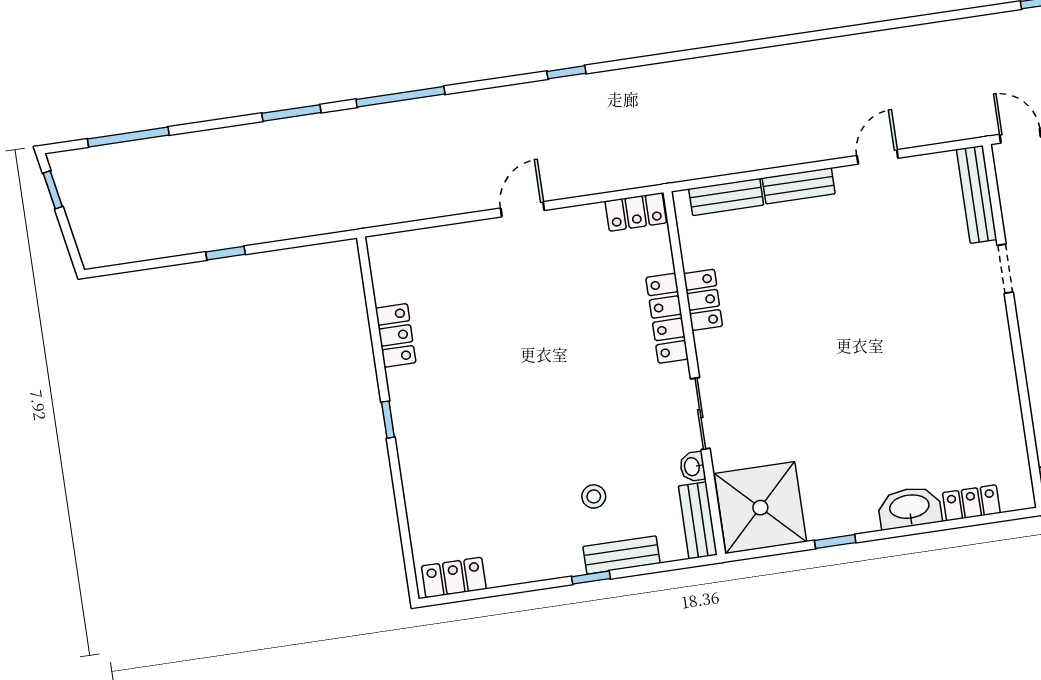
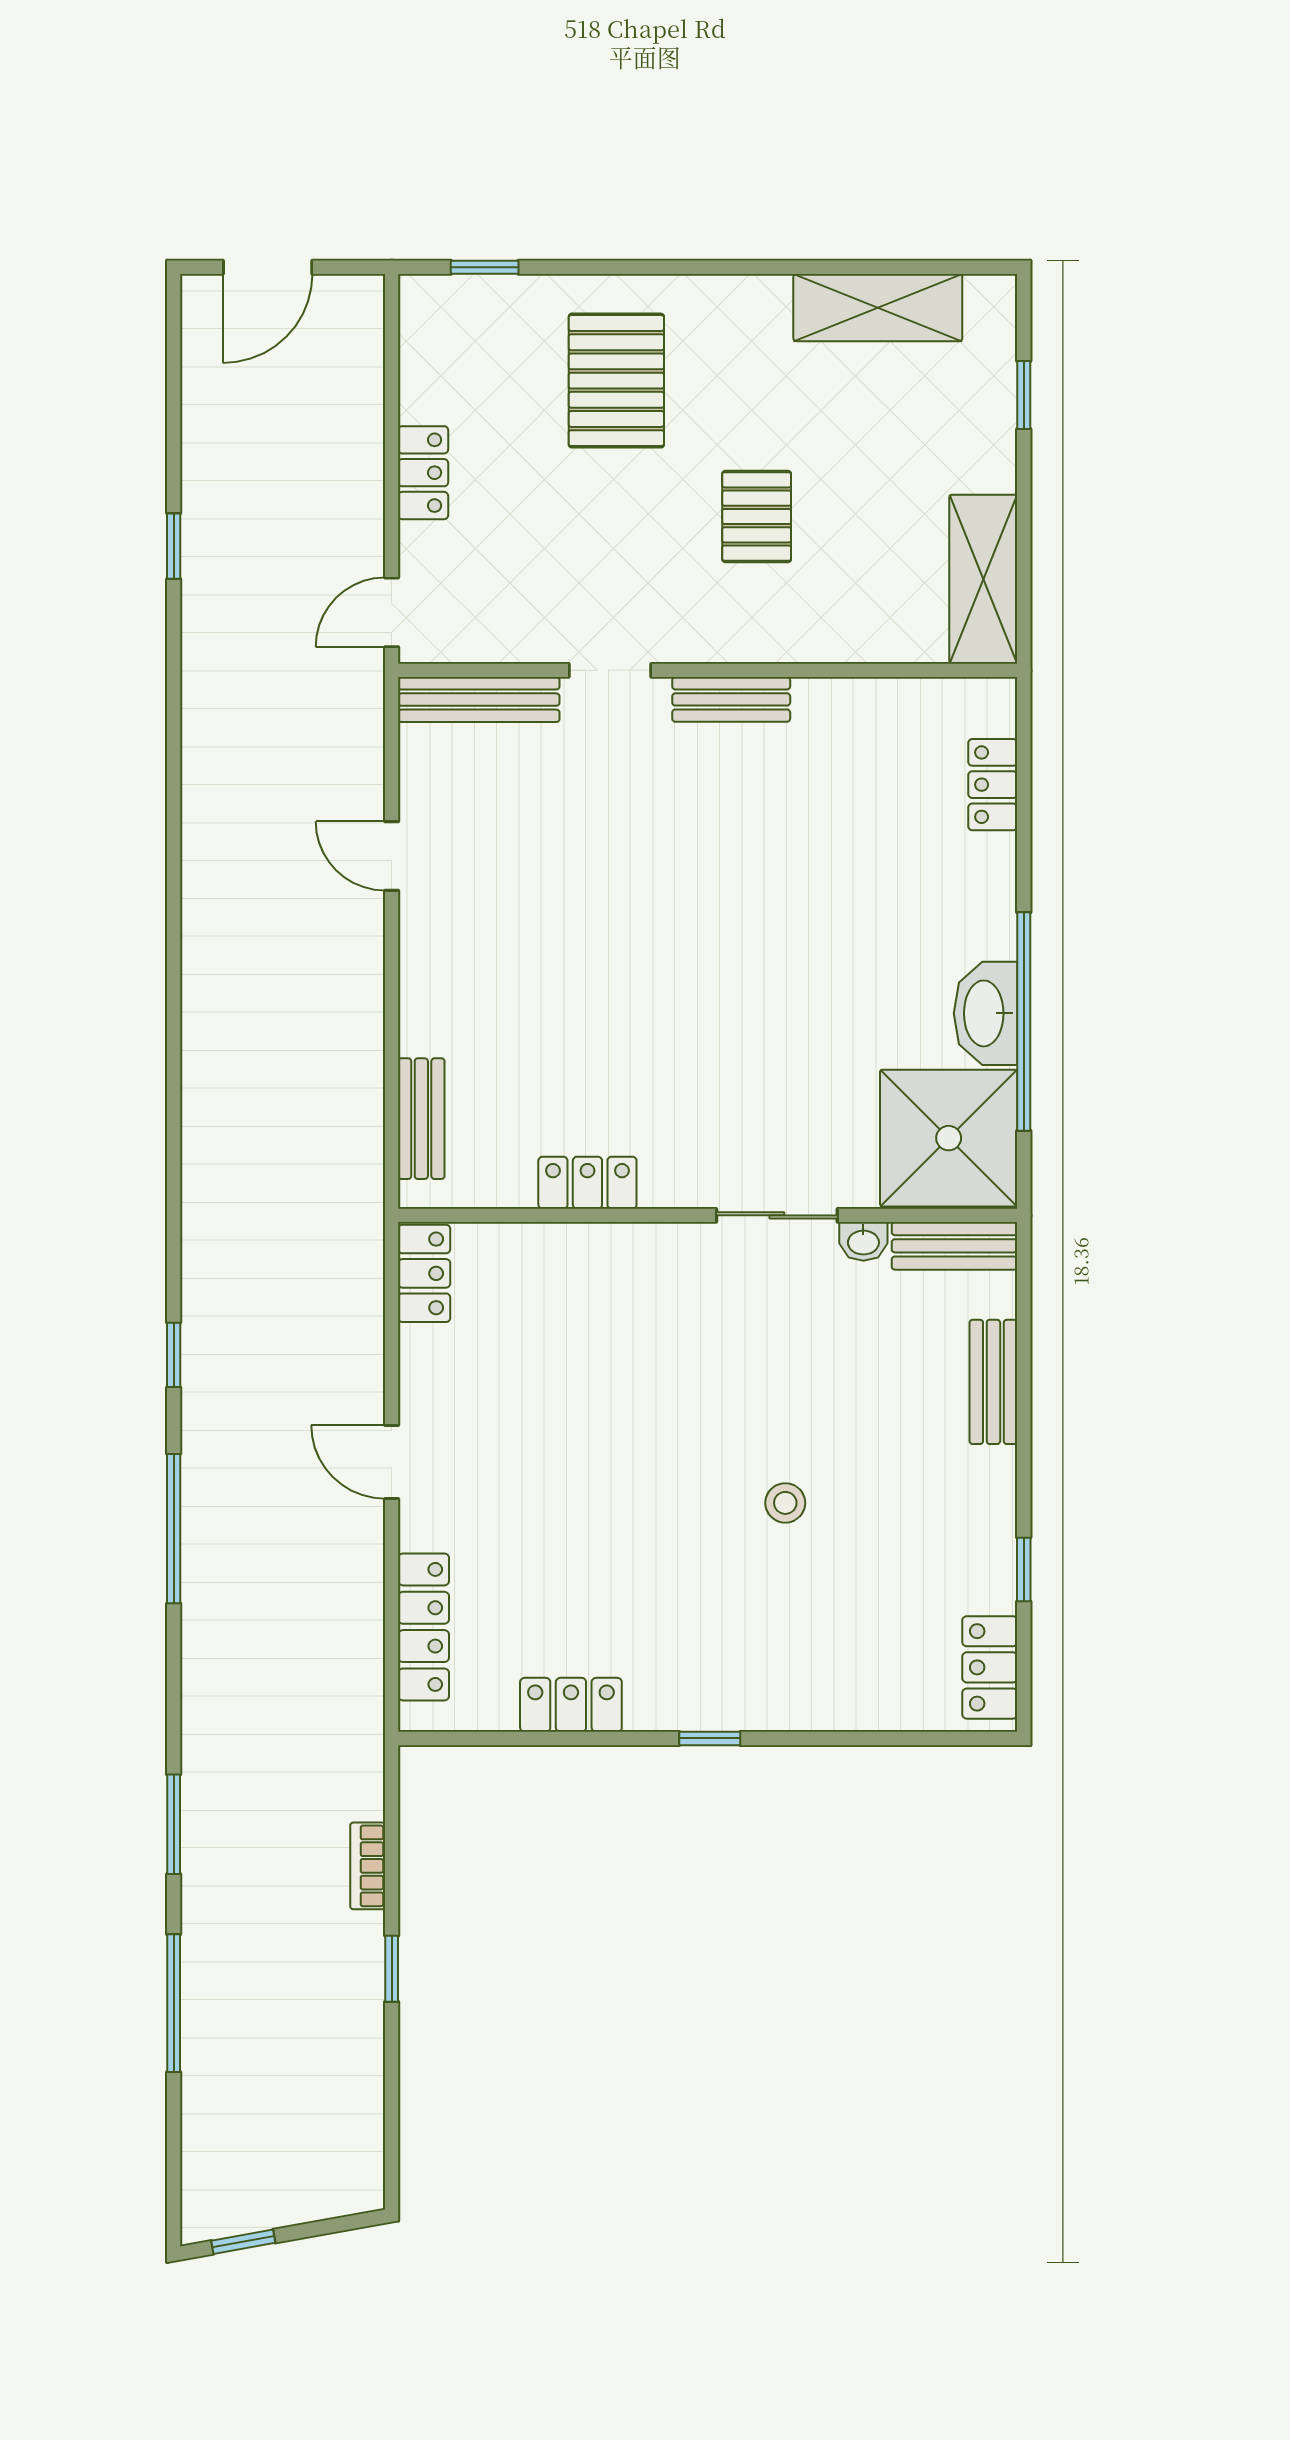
window: (400, 97) -> (174, 1529), moved
window: (128, 137) -> (174, 2003), moved
bench: (799, 186) -> (731, 699), moved, turned 90
bookcase: (284, 230) -> (368, 1866), added
locker: (667, 318) -> (424, 1627), moved, turned -90
stool: (594, 496) -> (785, 1503), moved
washbasin: (910, 508) -> (986, 1013), moved
window: (835, 542) -> (1024, 1021), width x3.17
window: (591, 578) -> (1024, 1570), moved

